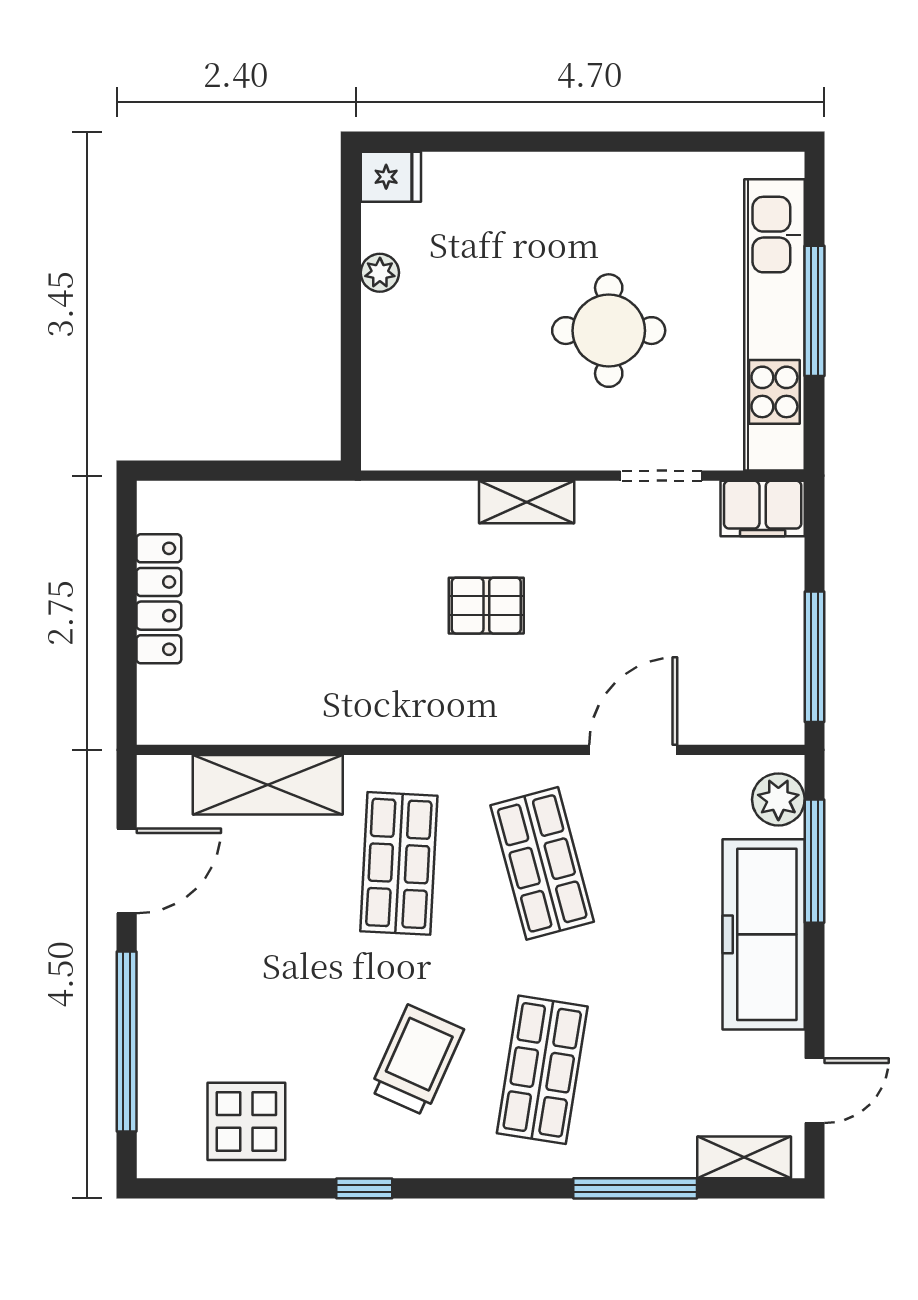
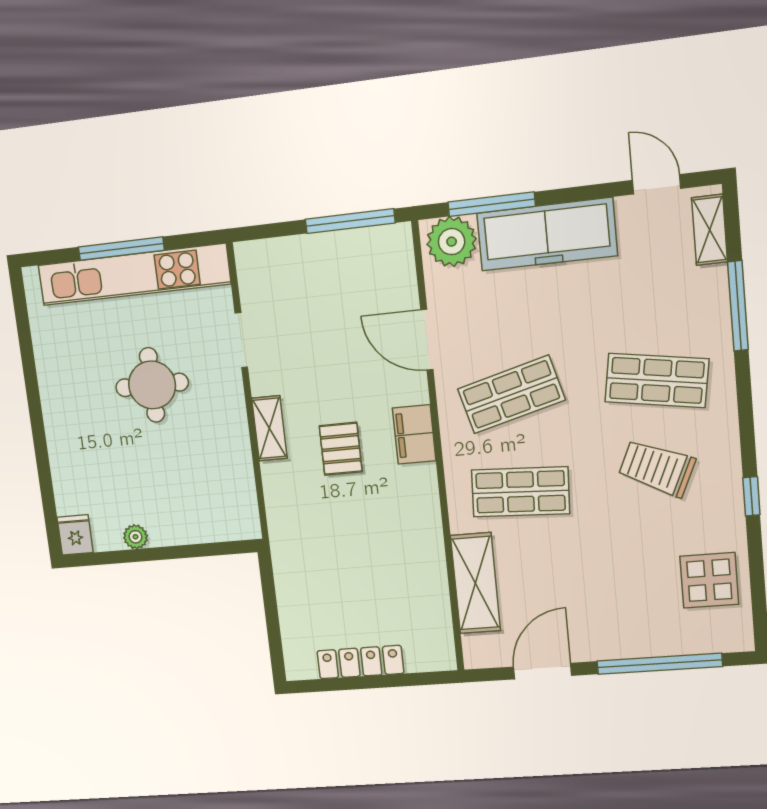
filing cabinet: (763, 509) -> (414, 434), moved, turned 180
plant: (778, 799) -> (452, 242), width x1.36, depth x1.36
door: (127, 871) -> (543, 671), hinge flipped

